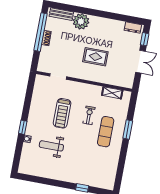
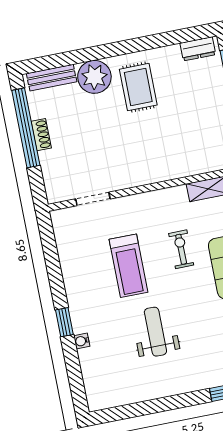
rug: (95, 57) -> (138, 87), moved, turned 90
weight bench: (51, 146) -> (155, 332), moved, turned 90

